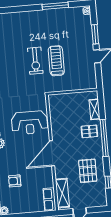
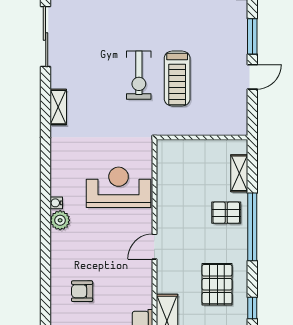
treadmill: (56, 61) -> (177, 78), turned 180
reception desk: (30, 123) -> (119, 187), turned 180
door: (52, 153) -> (154, 247), width x0.53

